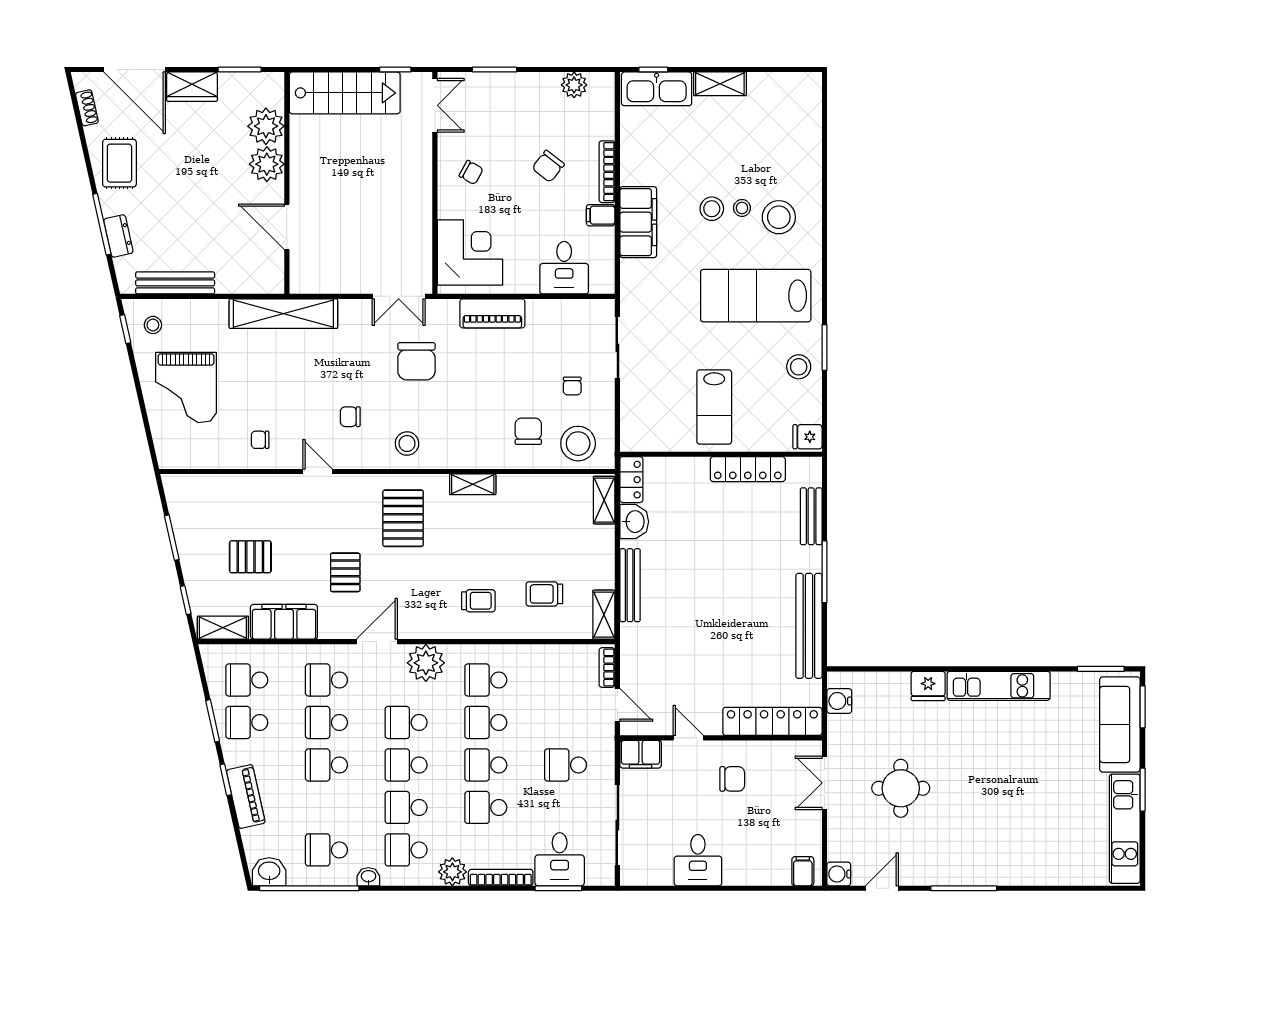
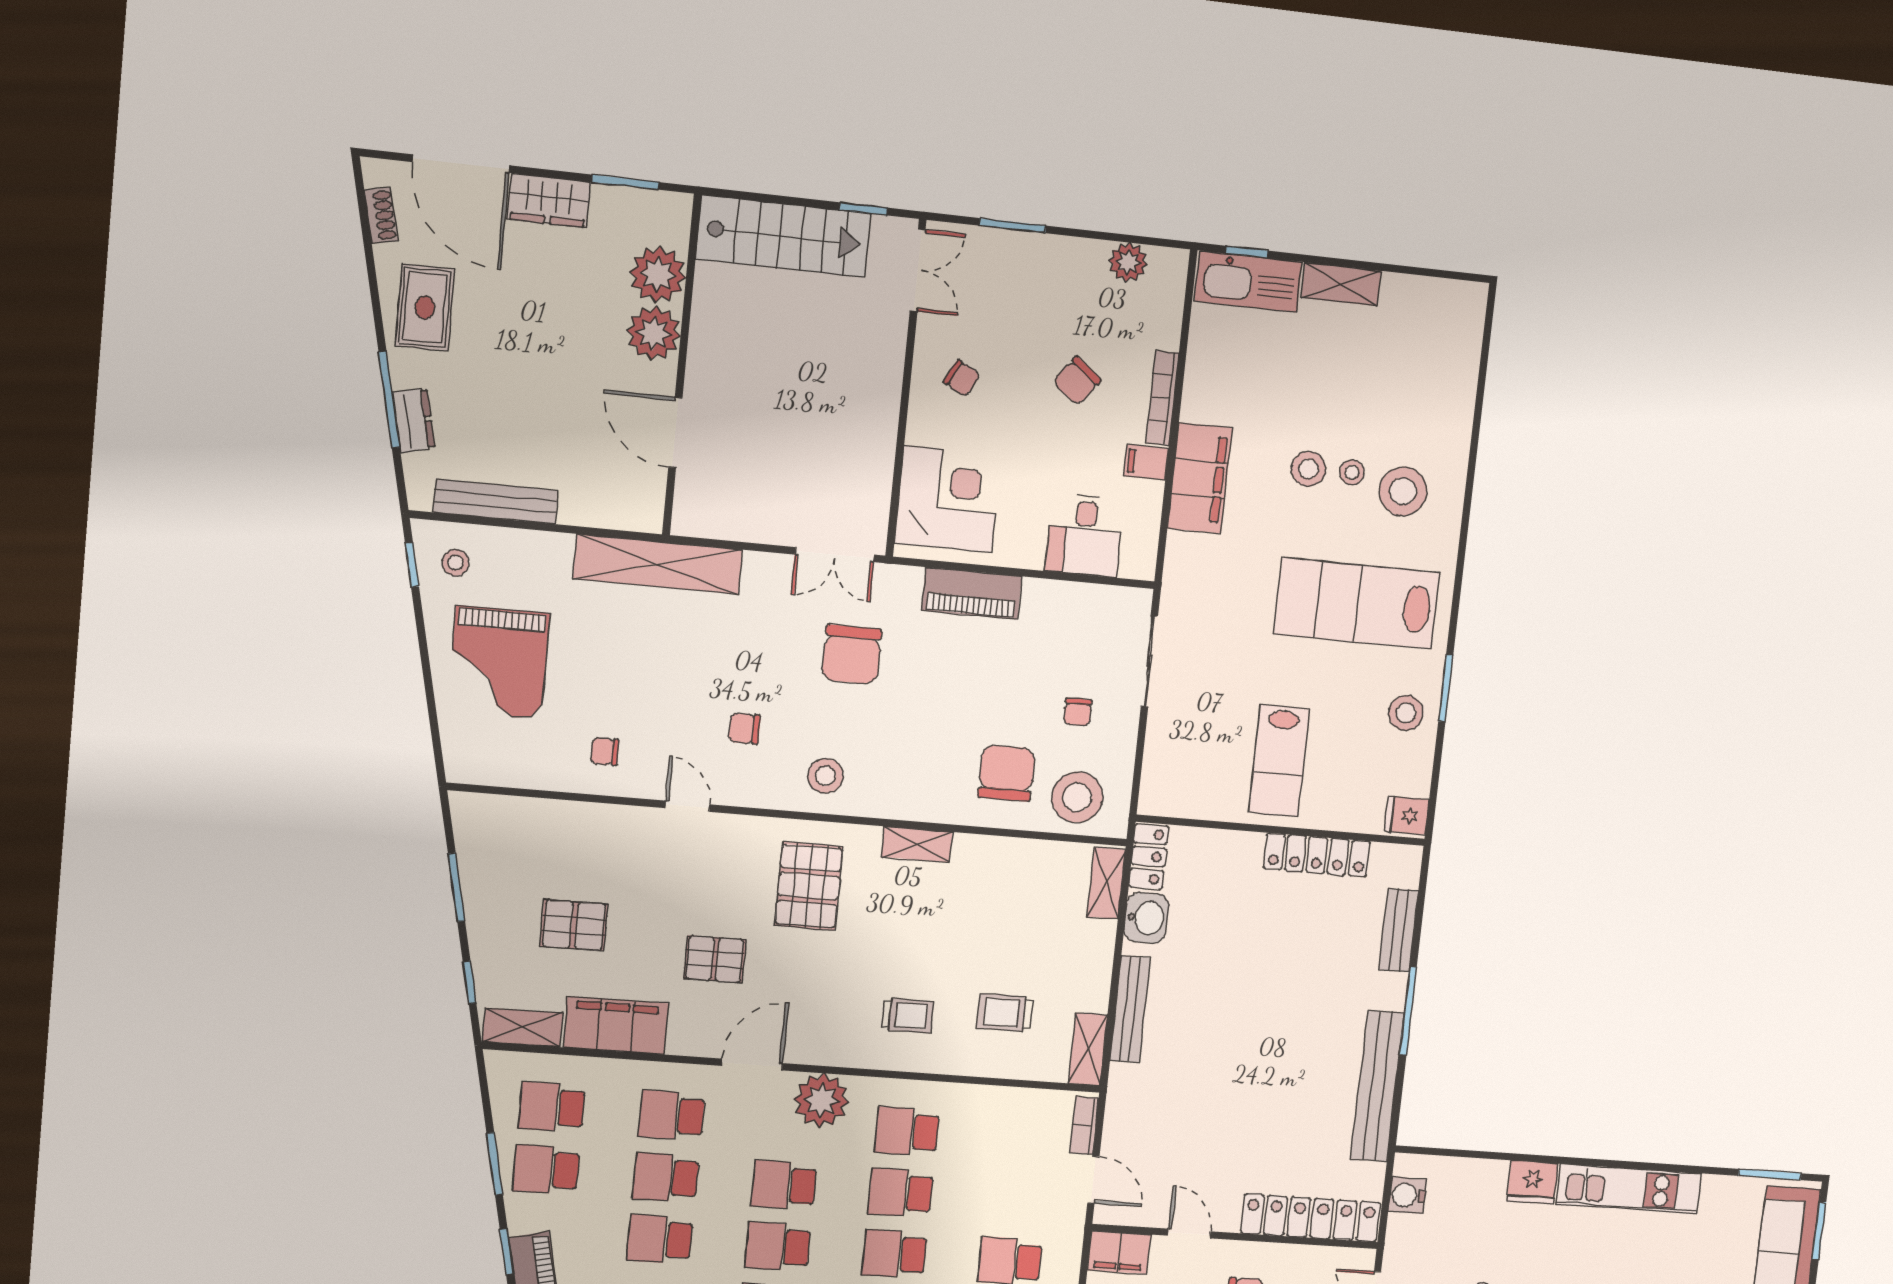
chair: (528, 431) -> (1007, 773), width x1.37, depth x1.37
pallet: (345, 572) -> (715, 959), turned 90

